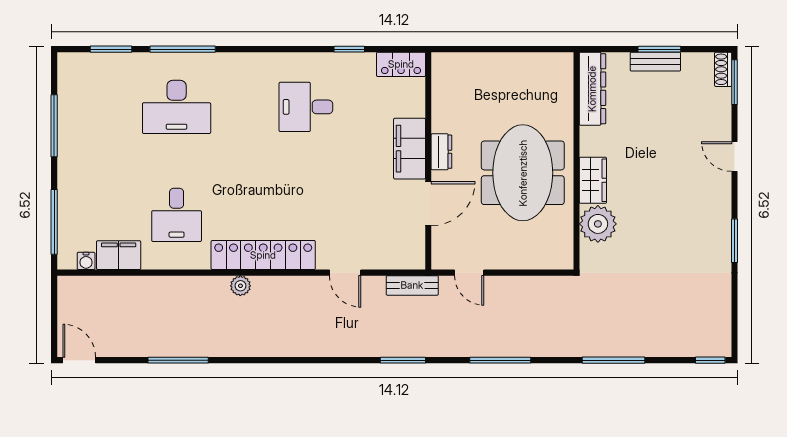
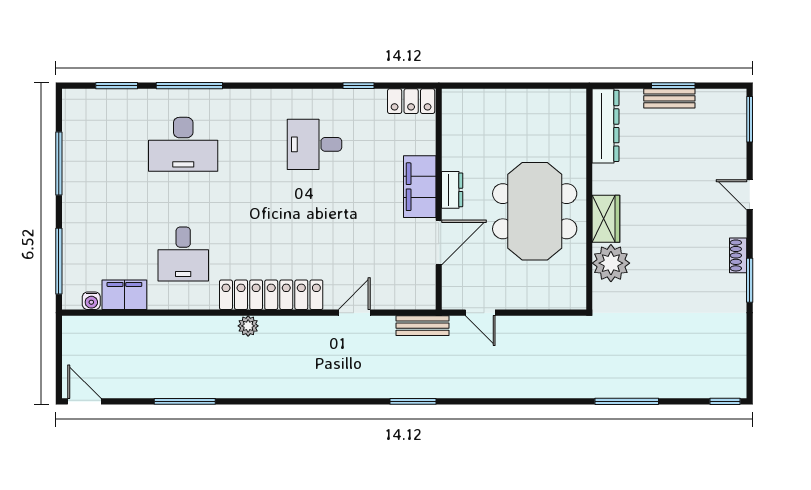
shoe rack: (723, 69) -> (738, 255), moved
door: (345, 273) -> (354, 313), swing flipped
window: (500, 360) -> (512, 401), removed

